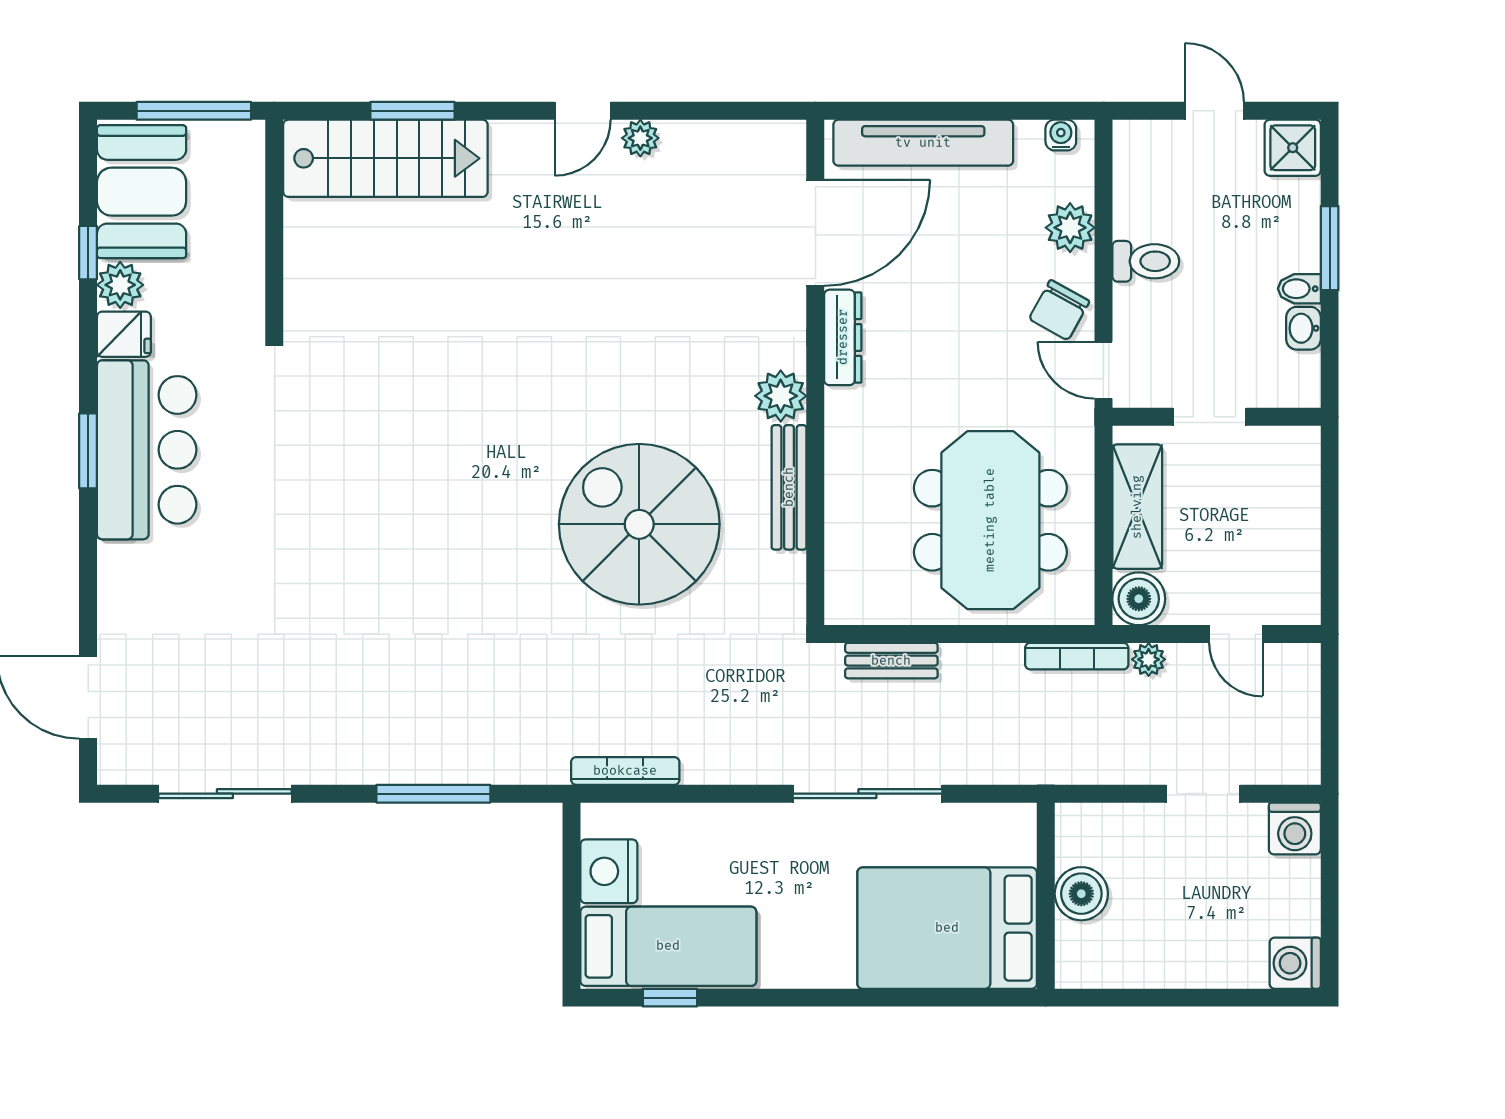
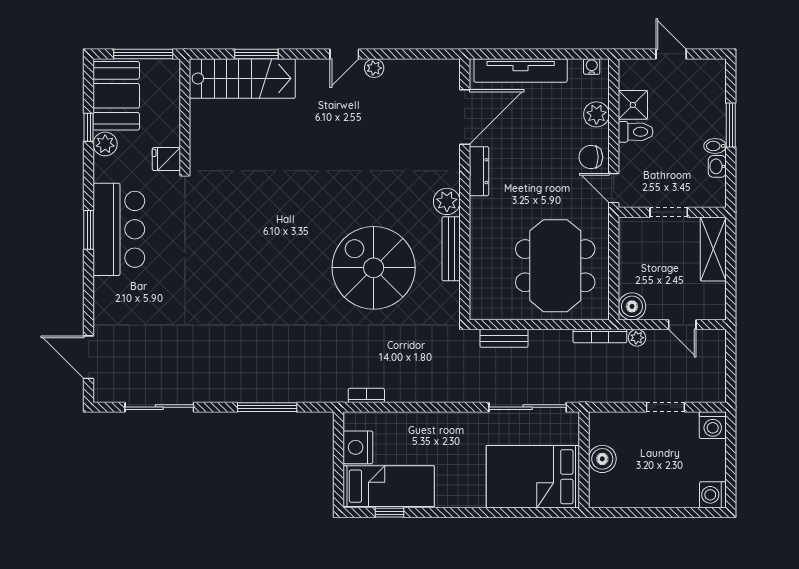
shower: (1293, 148) -> (633, 105), moved
chair: (1059, 310) -> (591, 157), turned 61
fridge: (124, 334) -> (166, 159), moved, turned 180
shelving: (1137, 507) -> (713, 249), moved
bookcase: (625, 771) -> (366, 395), width x0.64
sliding door: (867, 794) -> (528, 407), moved

